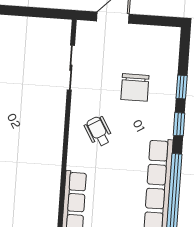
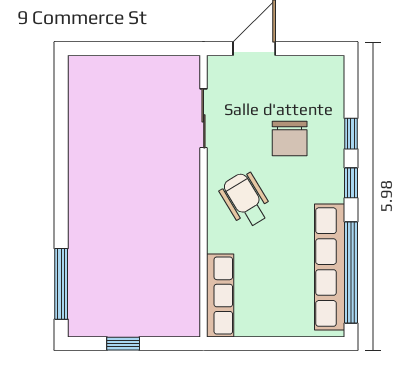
wheelchair: (98, 131) -> (246, 200), width x1.36, depth x1.37

